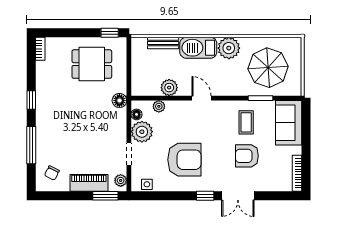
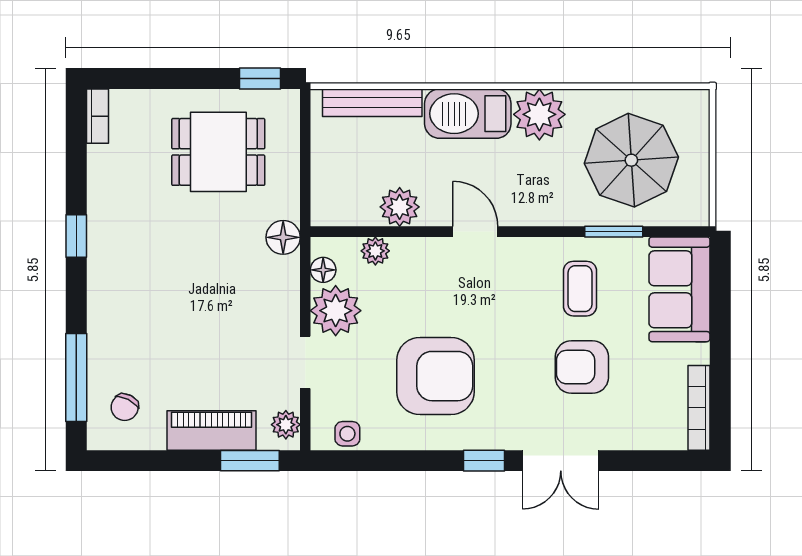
bench: (163, 43) -> (372, 103), width x1.36
window: (31, 145) -> (76, 378), moved

